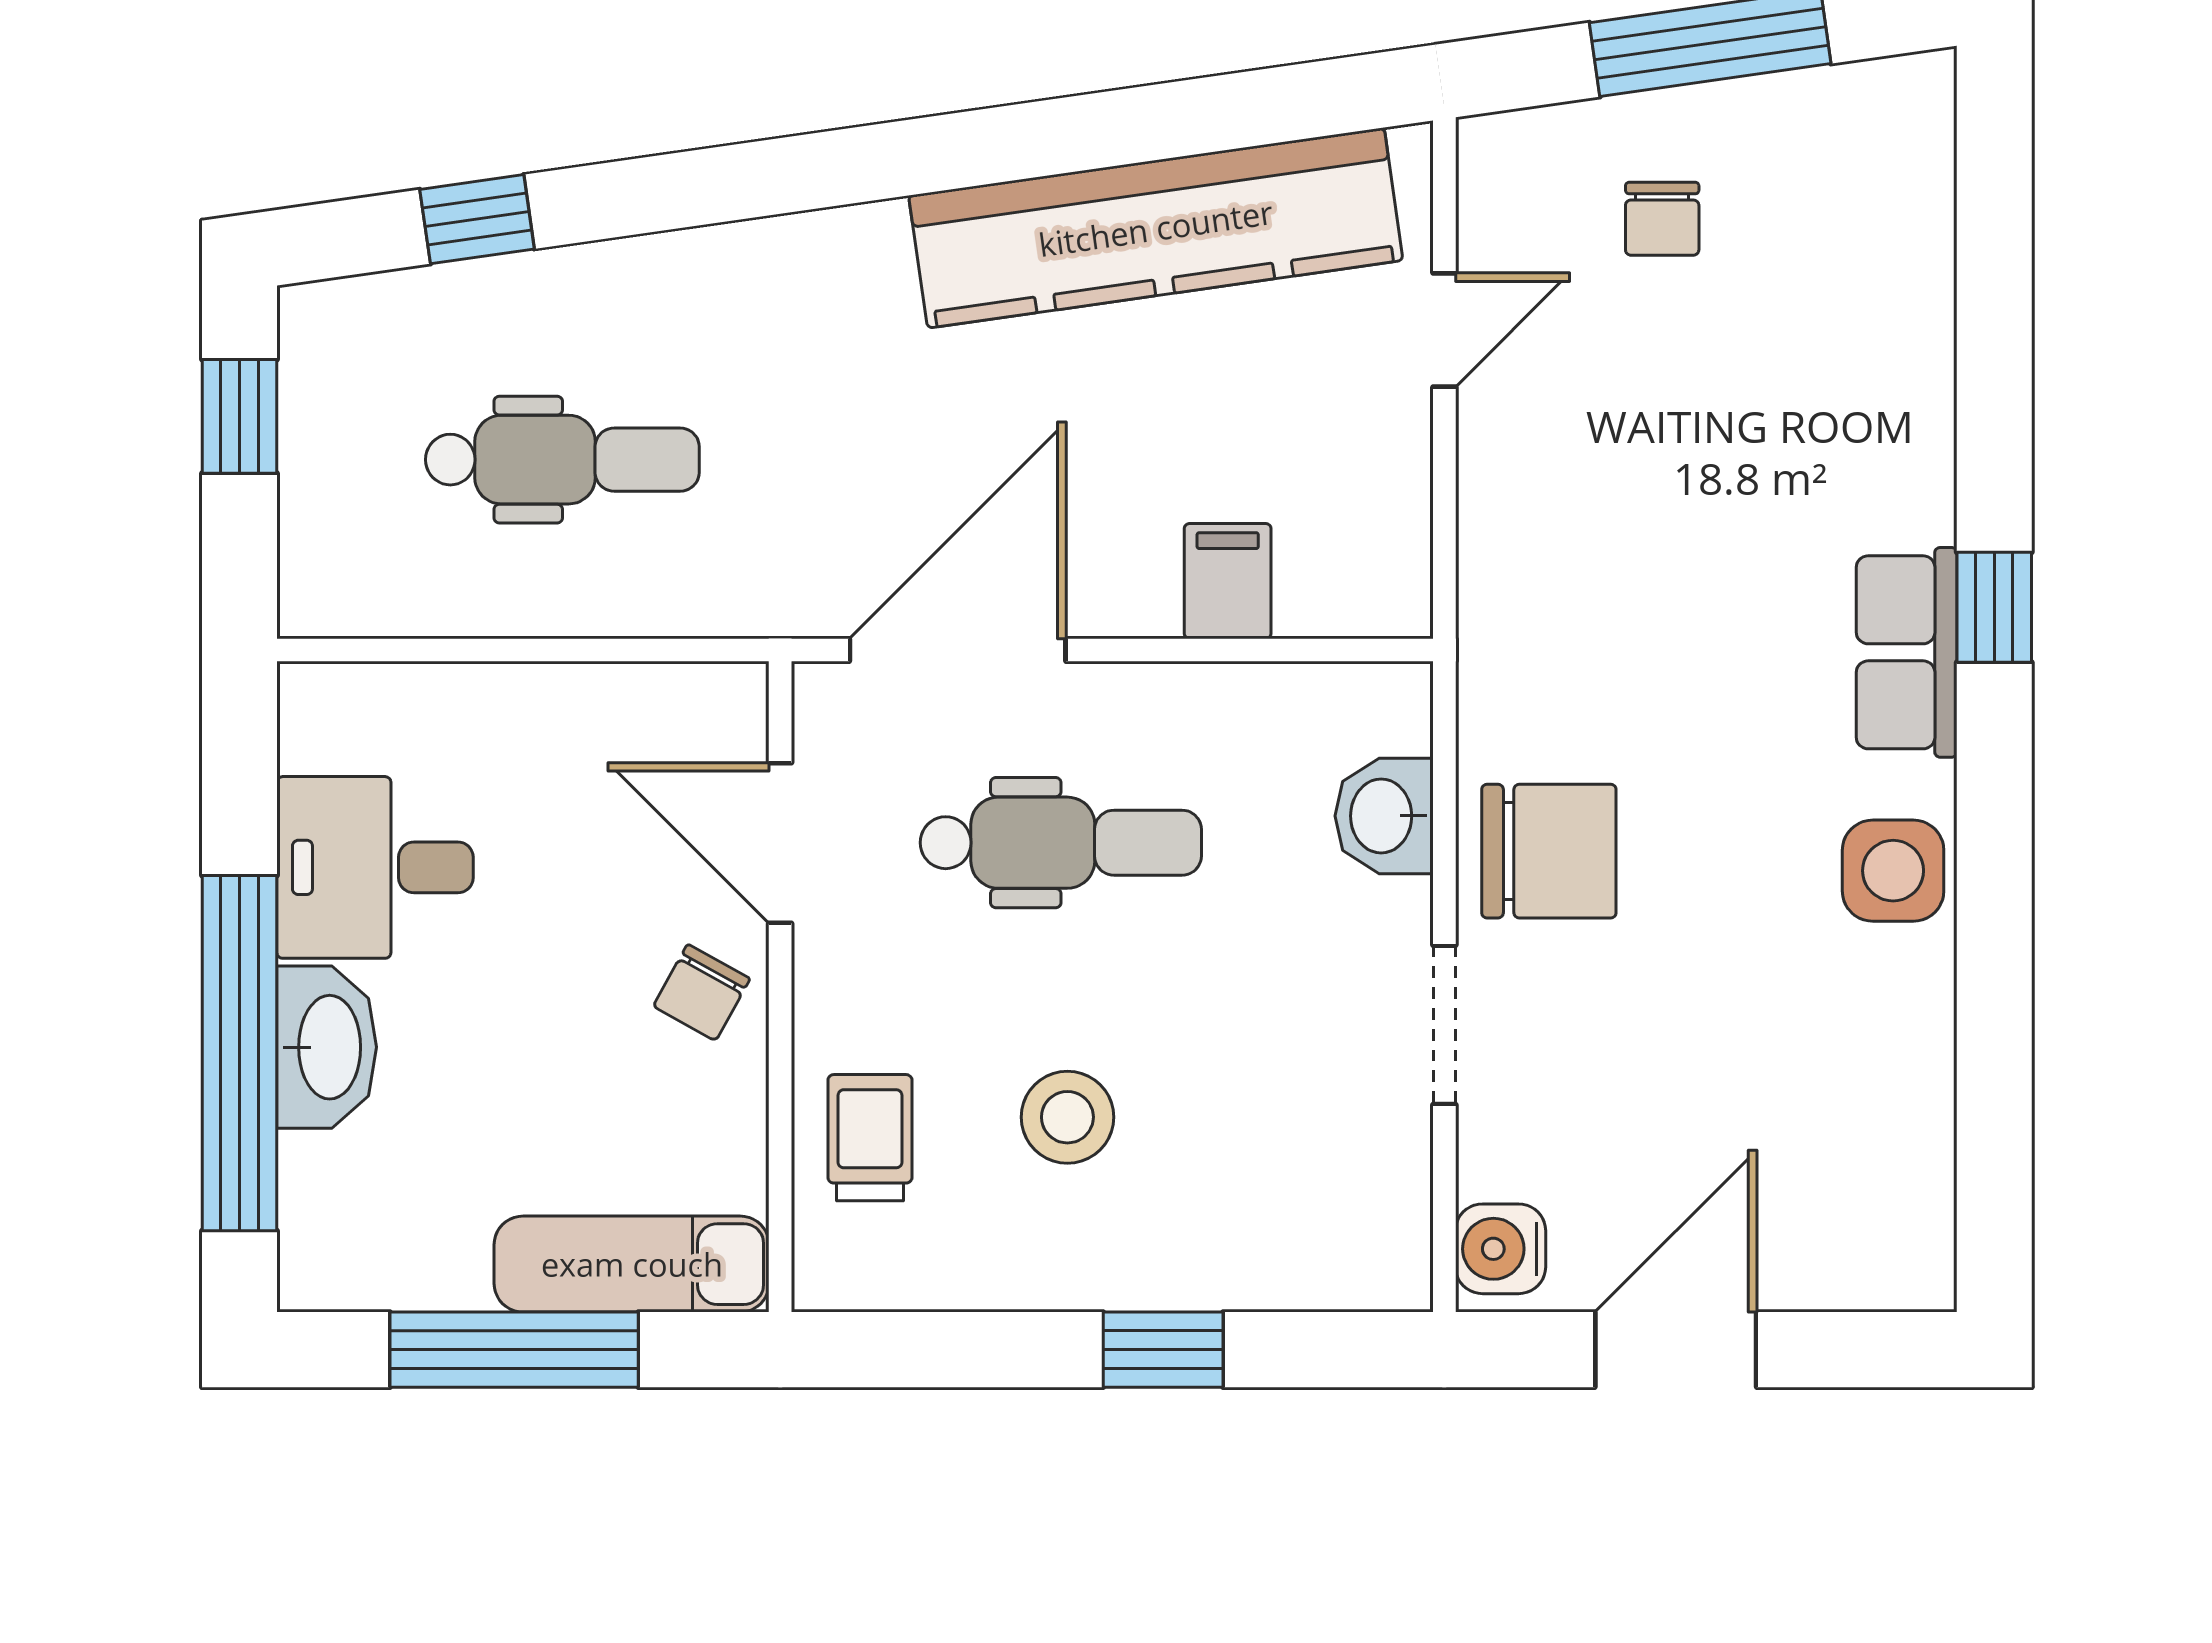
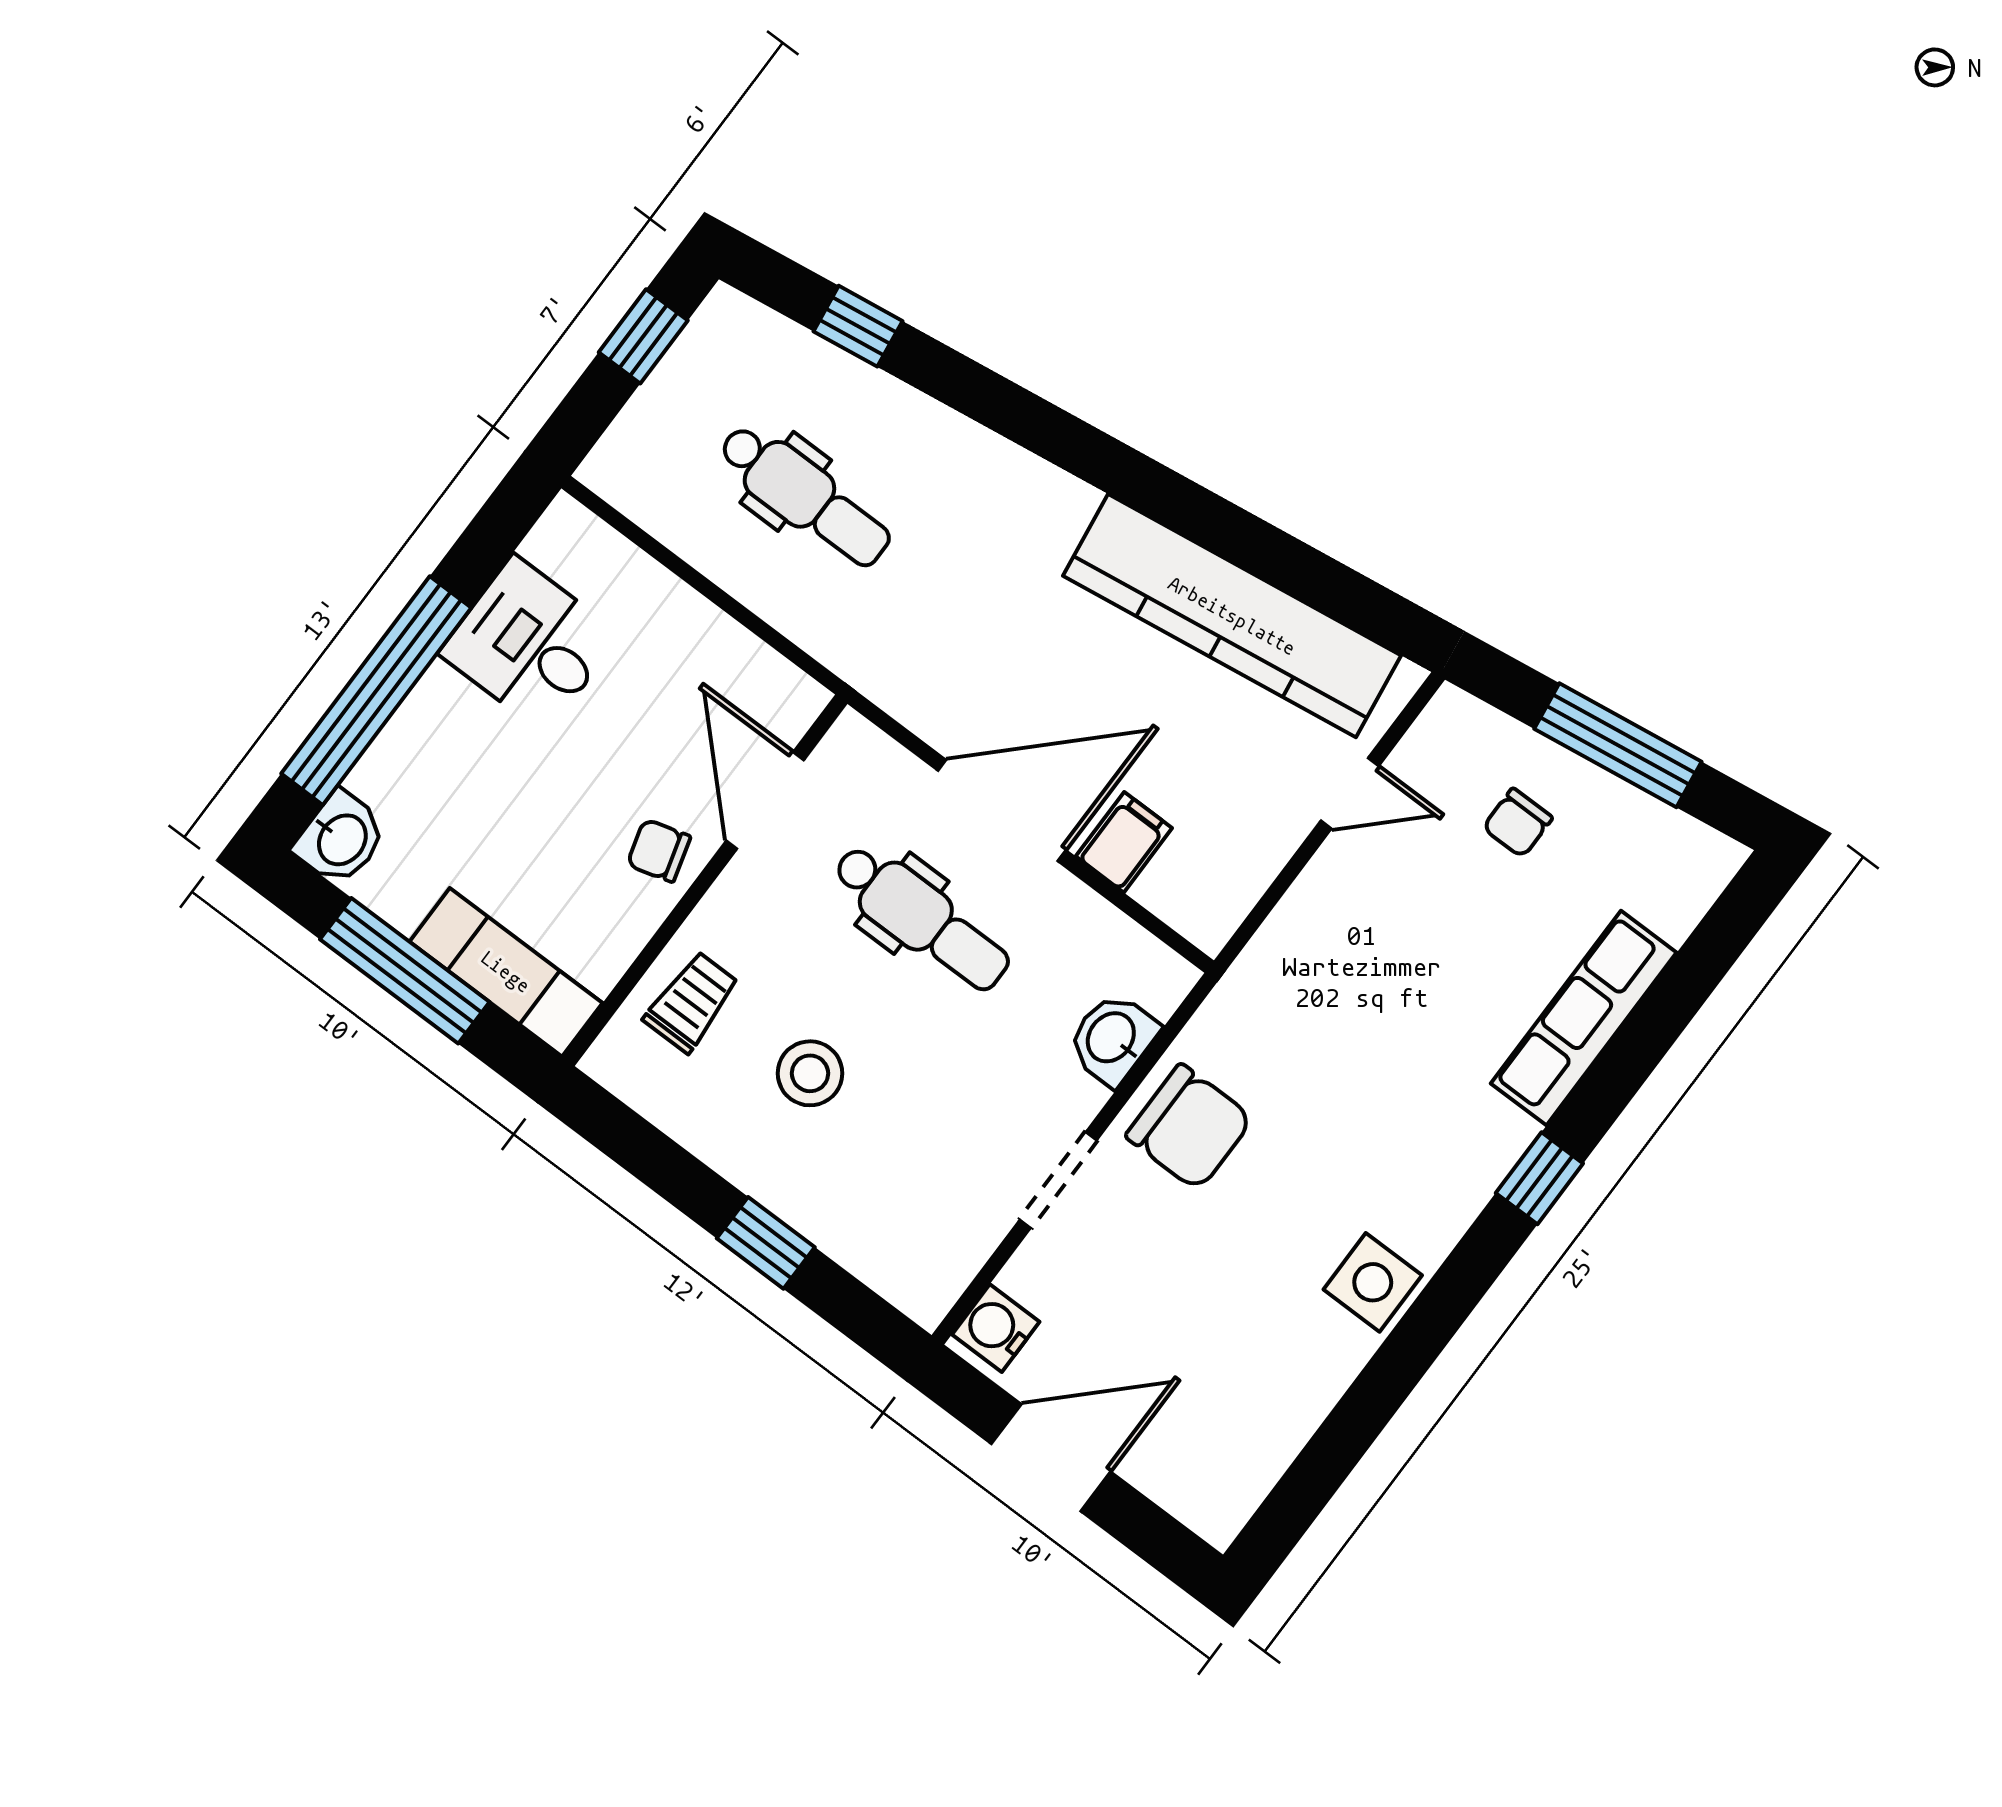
door: (958, 650) -> (1002, 810), moved
row of seats: (1907, 652) -> (1584, 1018), moved, width x1.48
chair: (702, 992) -> (659, 851), turned 45
washbasin: (327, 1047) -> (341, 839), moved, width x0.72

